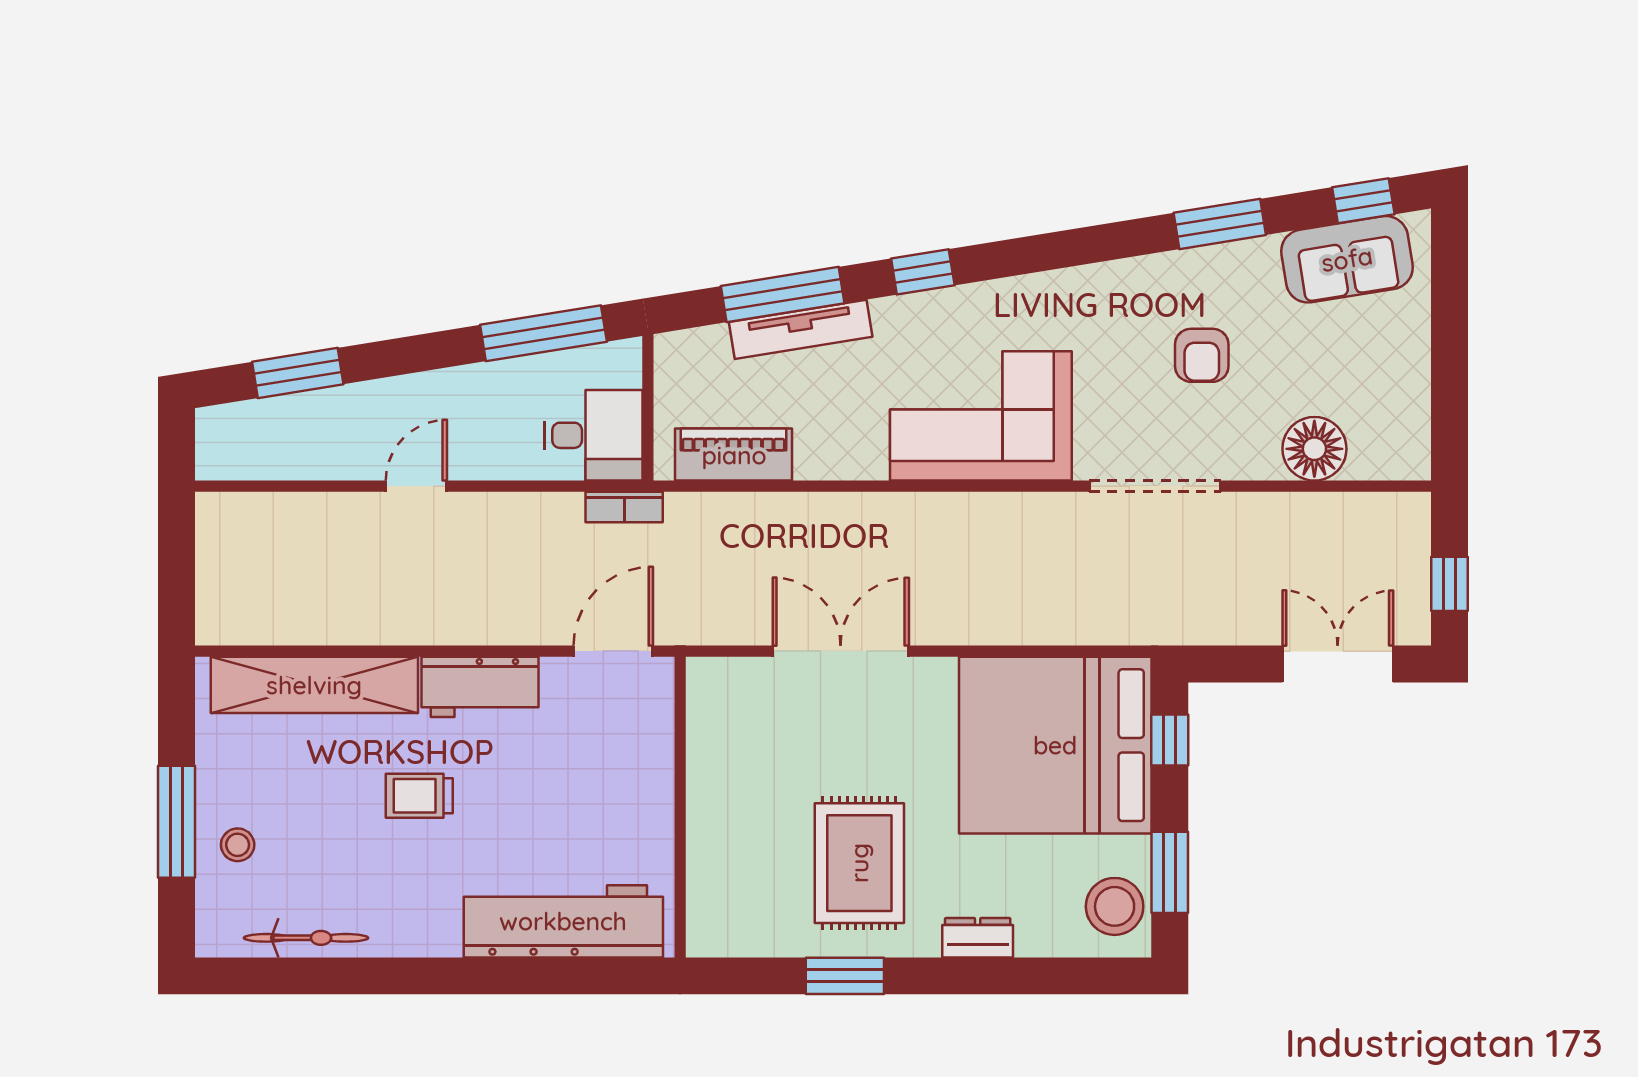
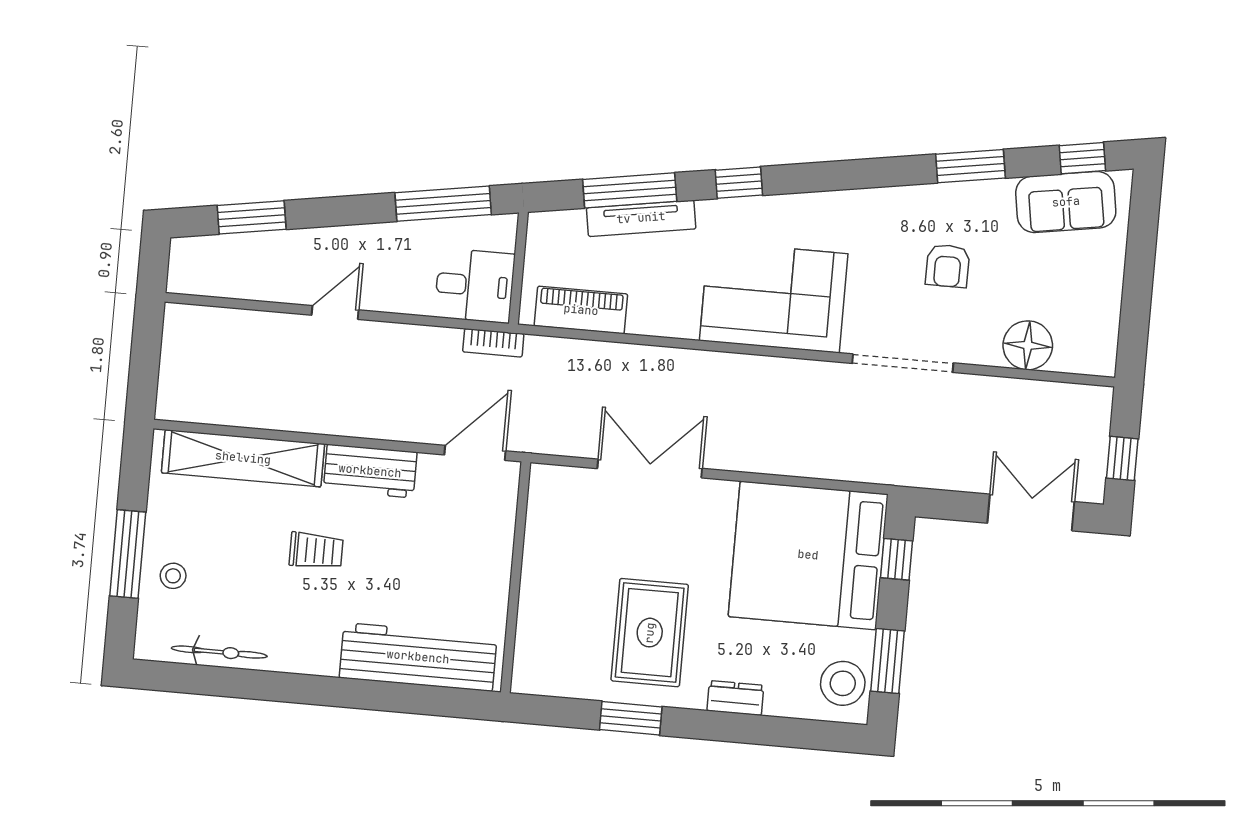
trolley: (419, 796) -> (316, 551), turned 180

